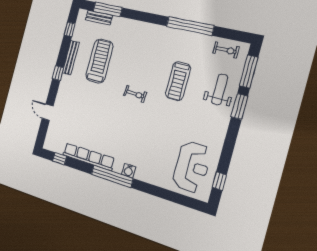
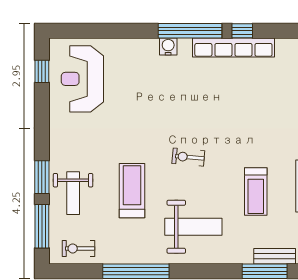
weight bench: (144, 47) -> (193, 227), added
treadmill: (99, 61) -> (256, 192), width x0.73, depth x0.73
window: (60, 159) -> (242, 31), moved

